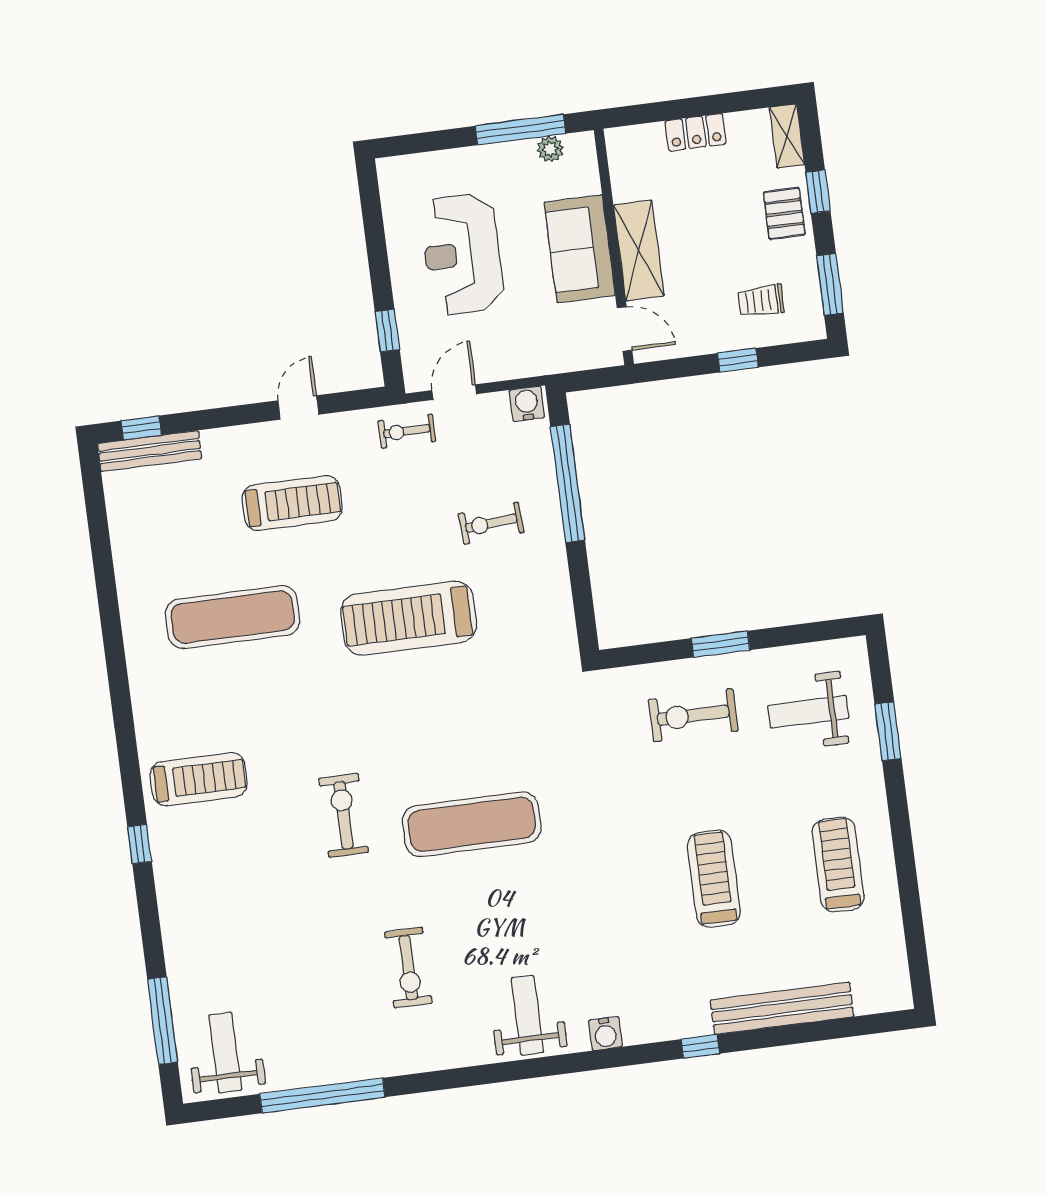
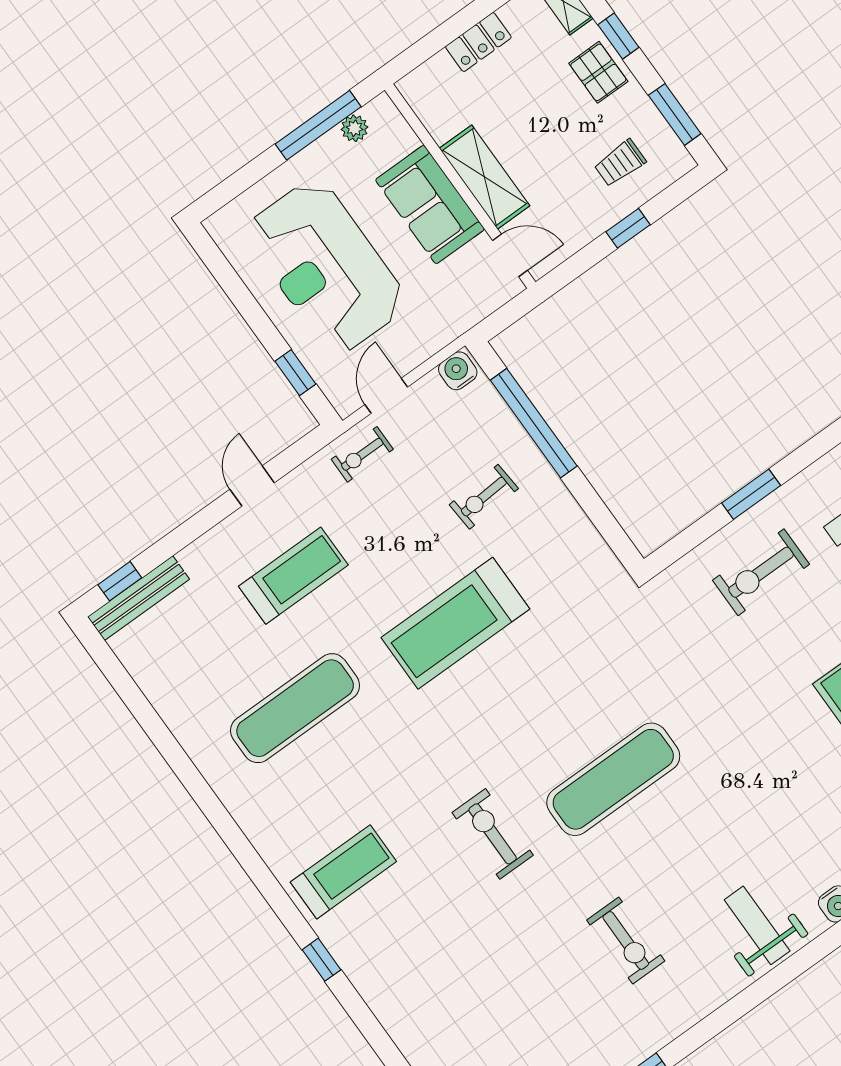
reception desk: (462, 254) -> (326, 267), width x1.36, depth x1.30

